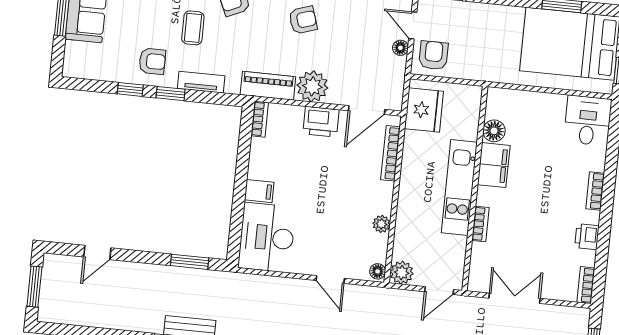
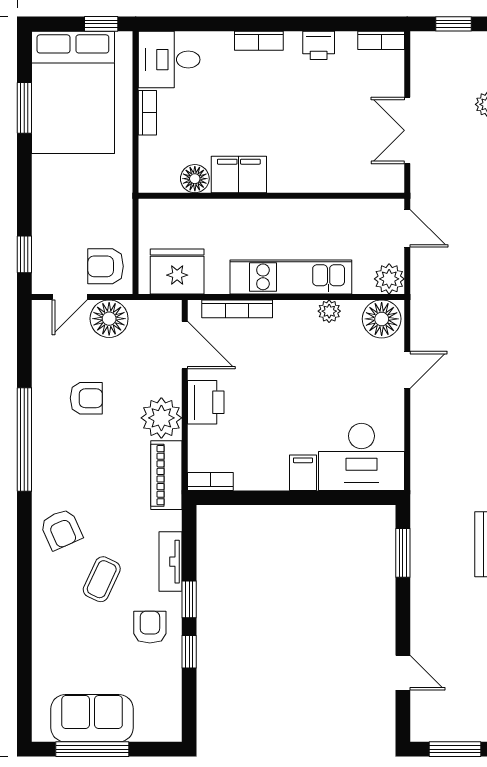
armchair: (303, 20) -> (86, 398), moved, turned 108
coffee table: (193, 28) -> (102, 579), turned -65
floor lamp: (400, 48) -> (109, 319), width x1.89, depth x1.89
kitchen unit: (459, 188) -> (291, 277), moved, turned 180
bookcase: (480, 224) -> (147, 113), moved, turned 90
floor lamp: (378, 271) -> (382, 319), width x1.89, depth x1.89

